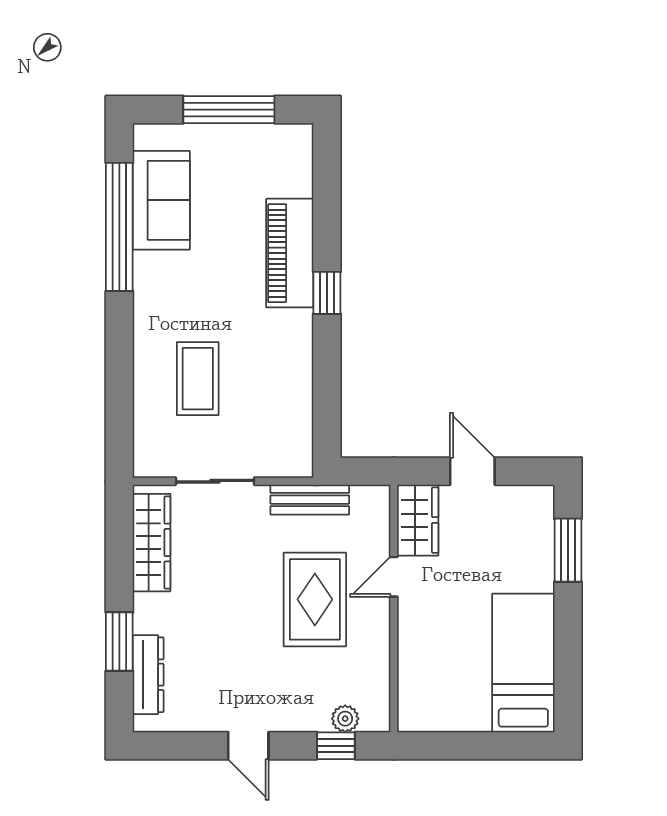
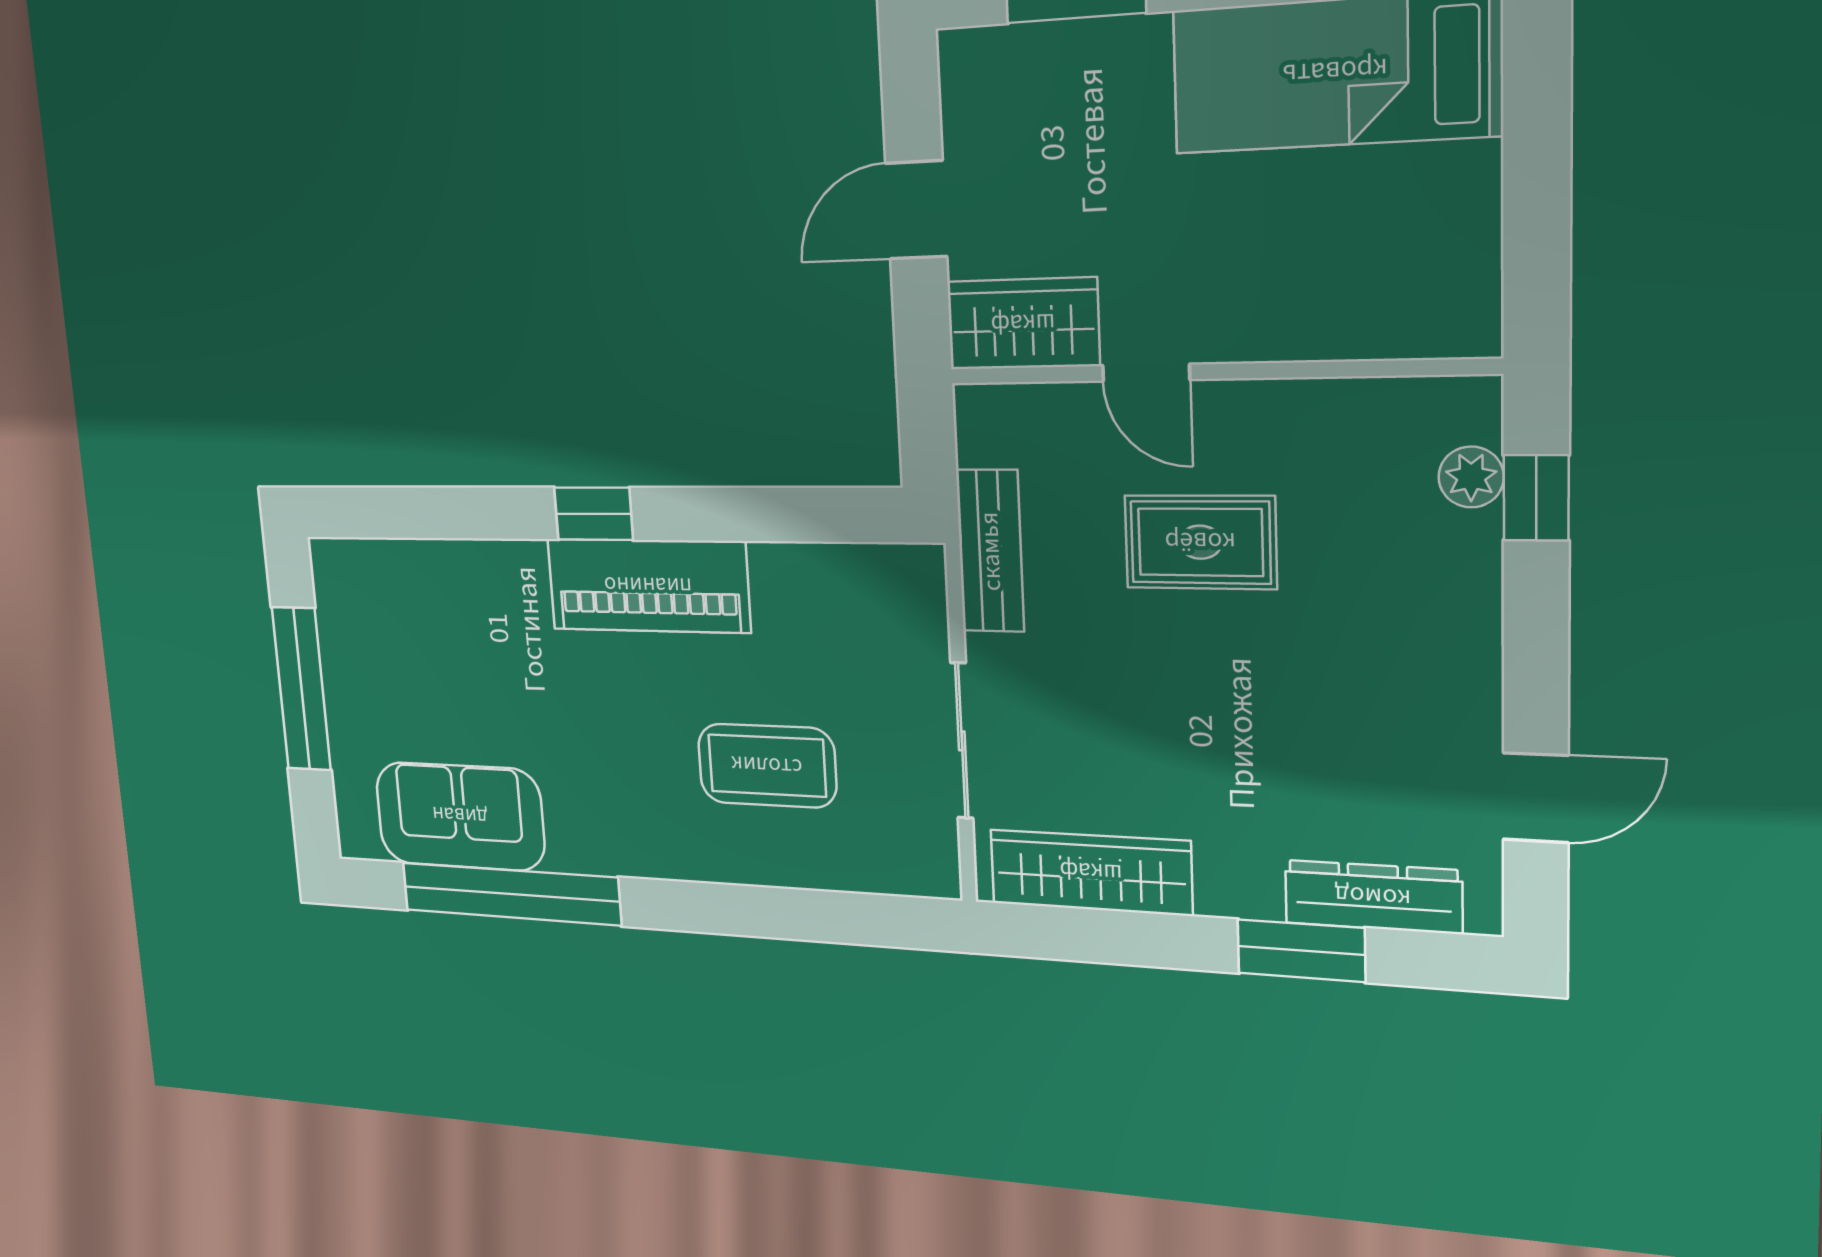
piano: (290, 253) -> (648, 586), moved
rug: (315, 599) -> (1200, 542), width x0.73, depth x0.70
door: (248, 746) -> (1536, 798), moved

